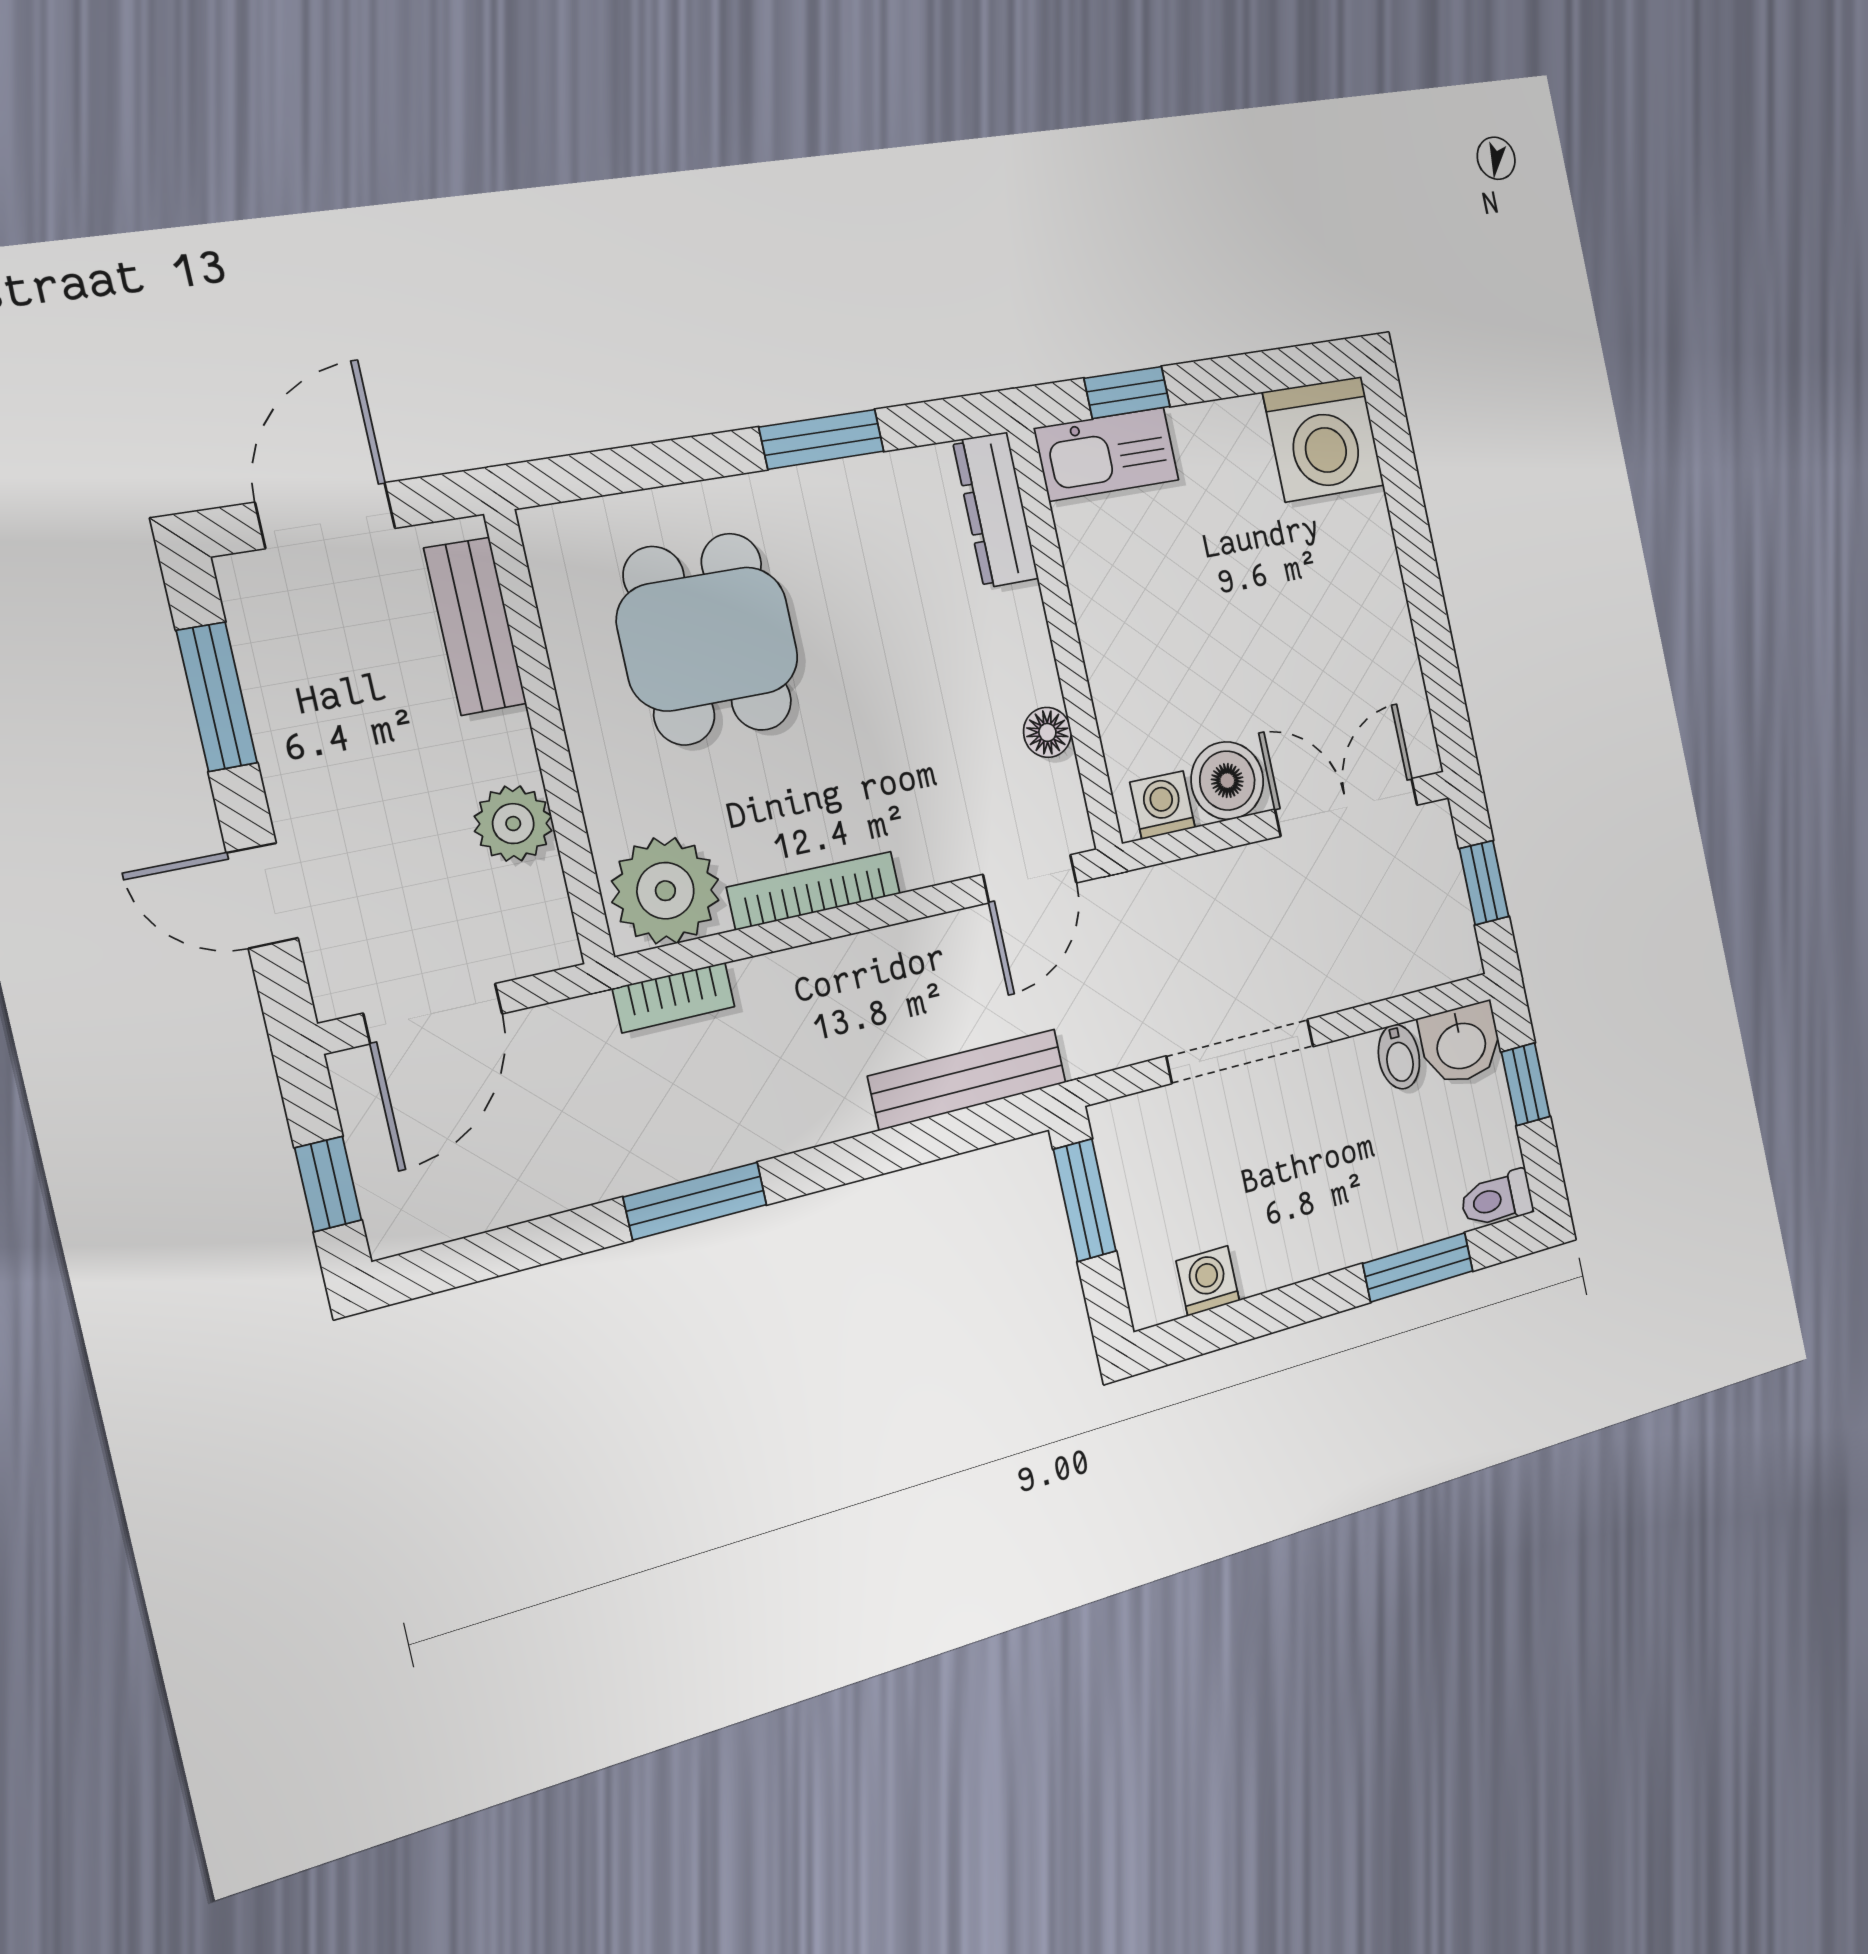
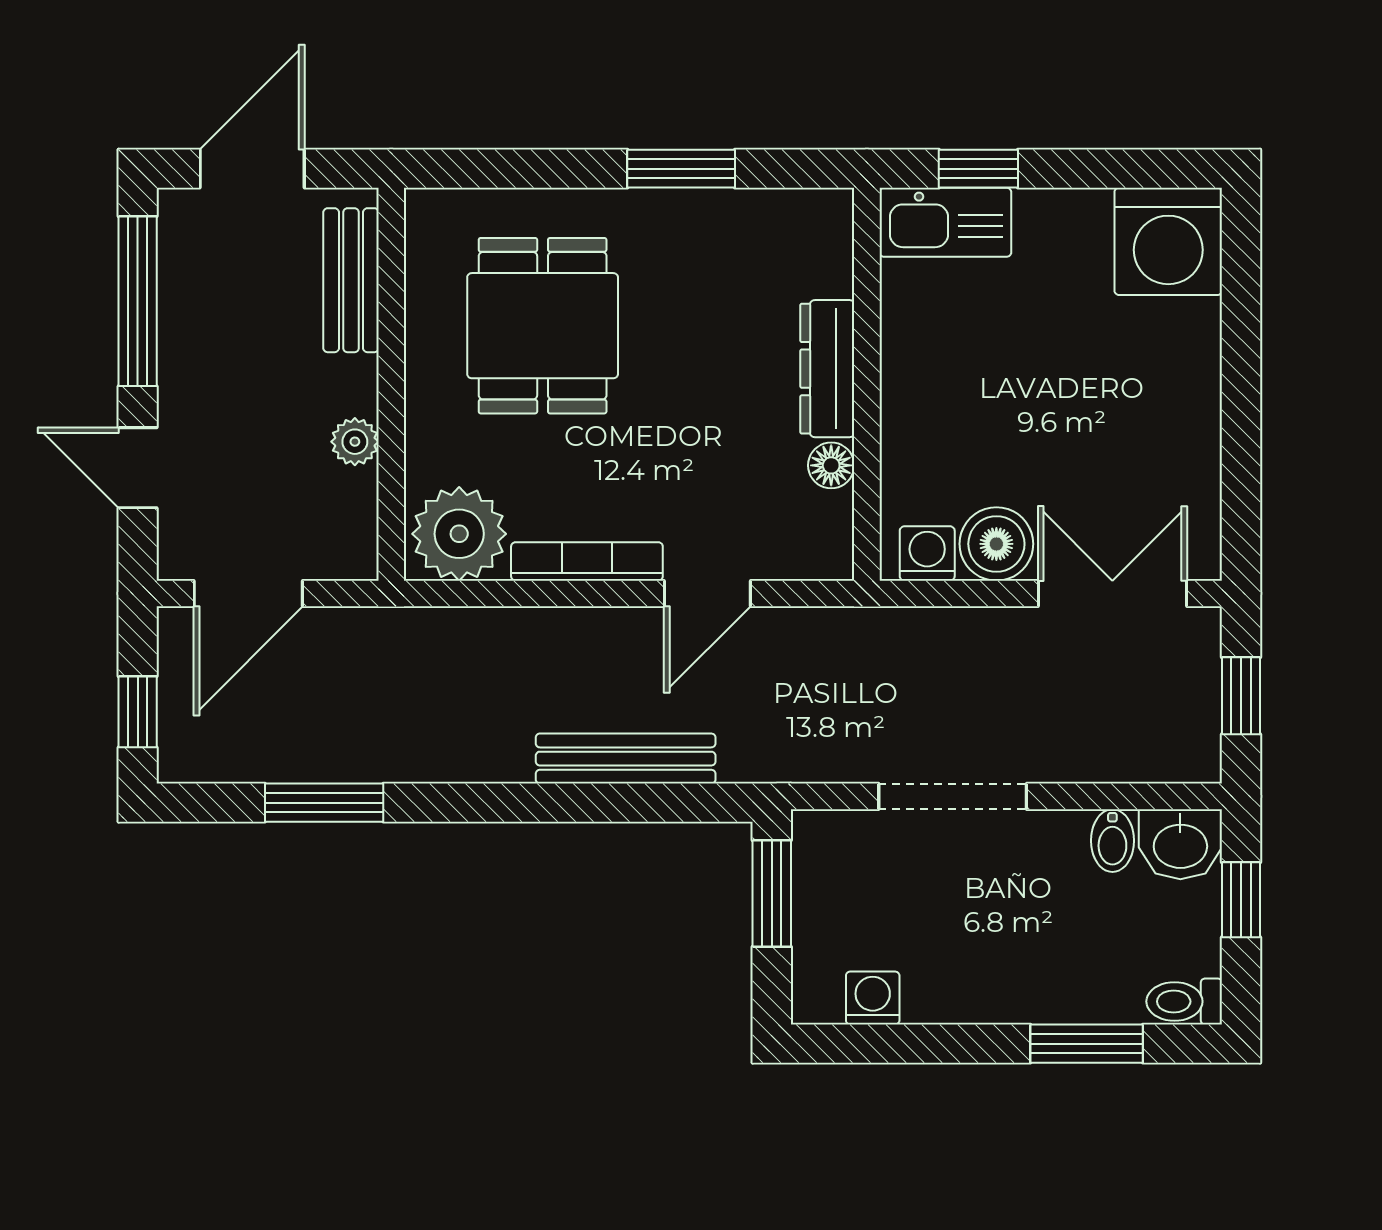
dresser: (996, 510) -> (827, 369), moved
window: (217, 697) -> (138, 301), width x1.44
plant: (513, 824) -> (355, 442), width x0.73, depth x0.73
door: (1030, 879) -> (707, 593), moved
bookcase: (674, 998) -> (446, 626), removed
bench: (968, 1079) -> (626, 759), moved
window: (695, 1201) -> (324, 803), moved

